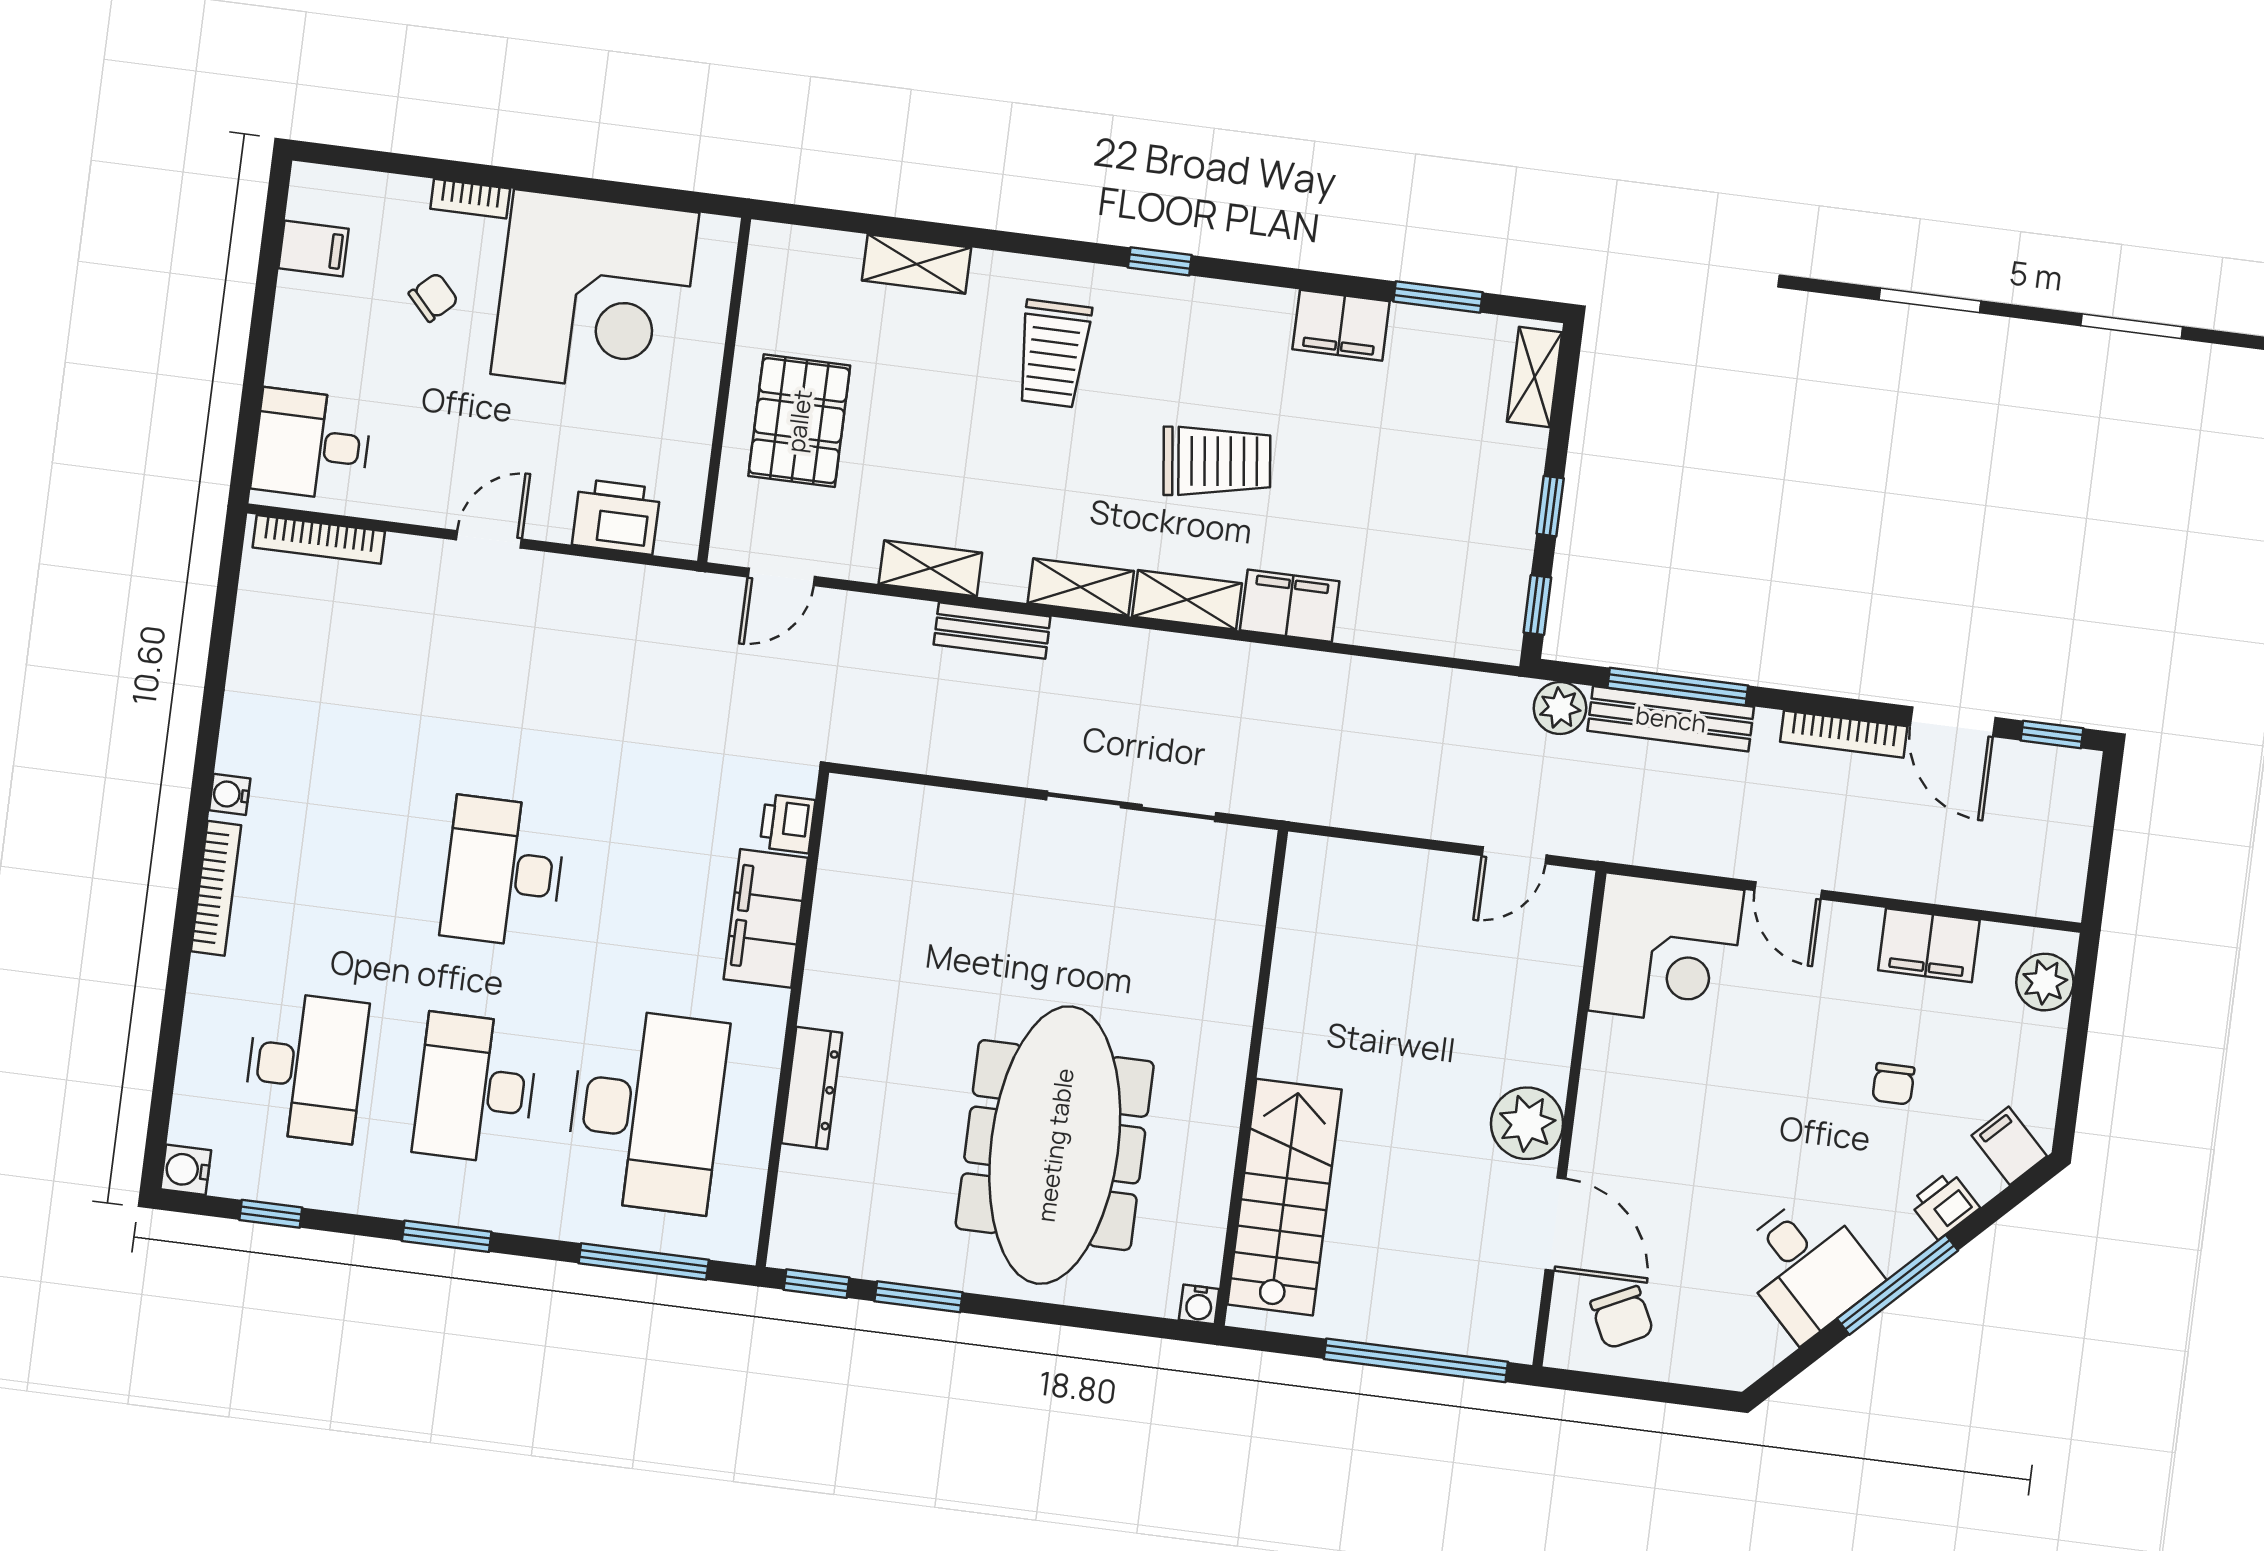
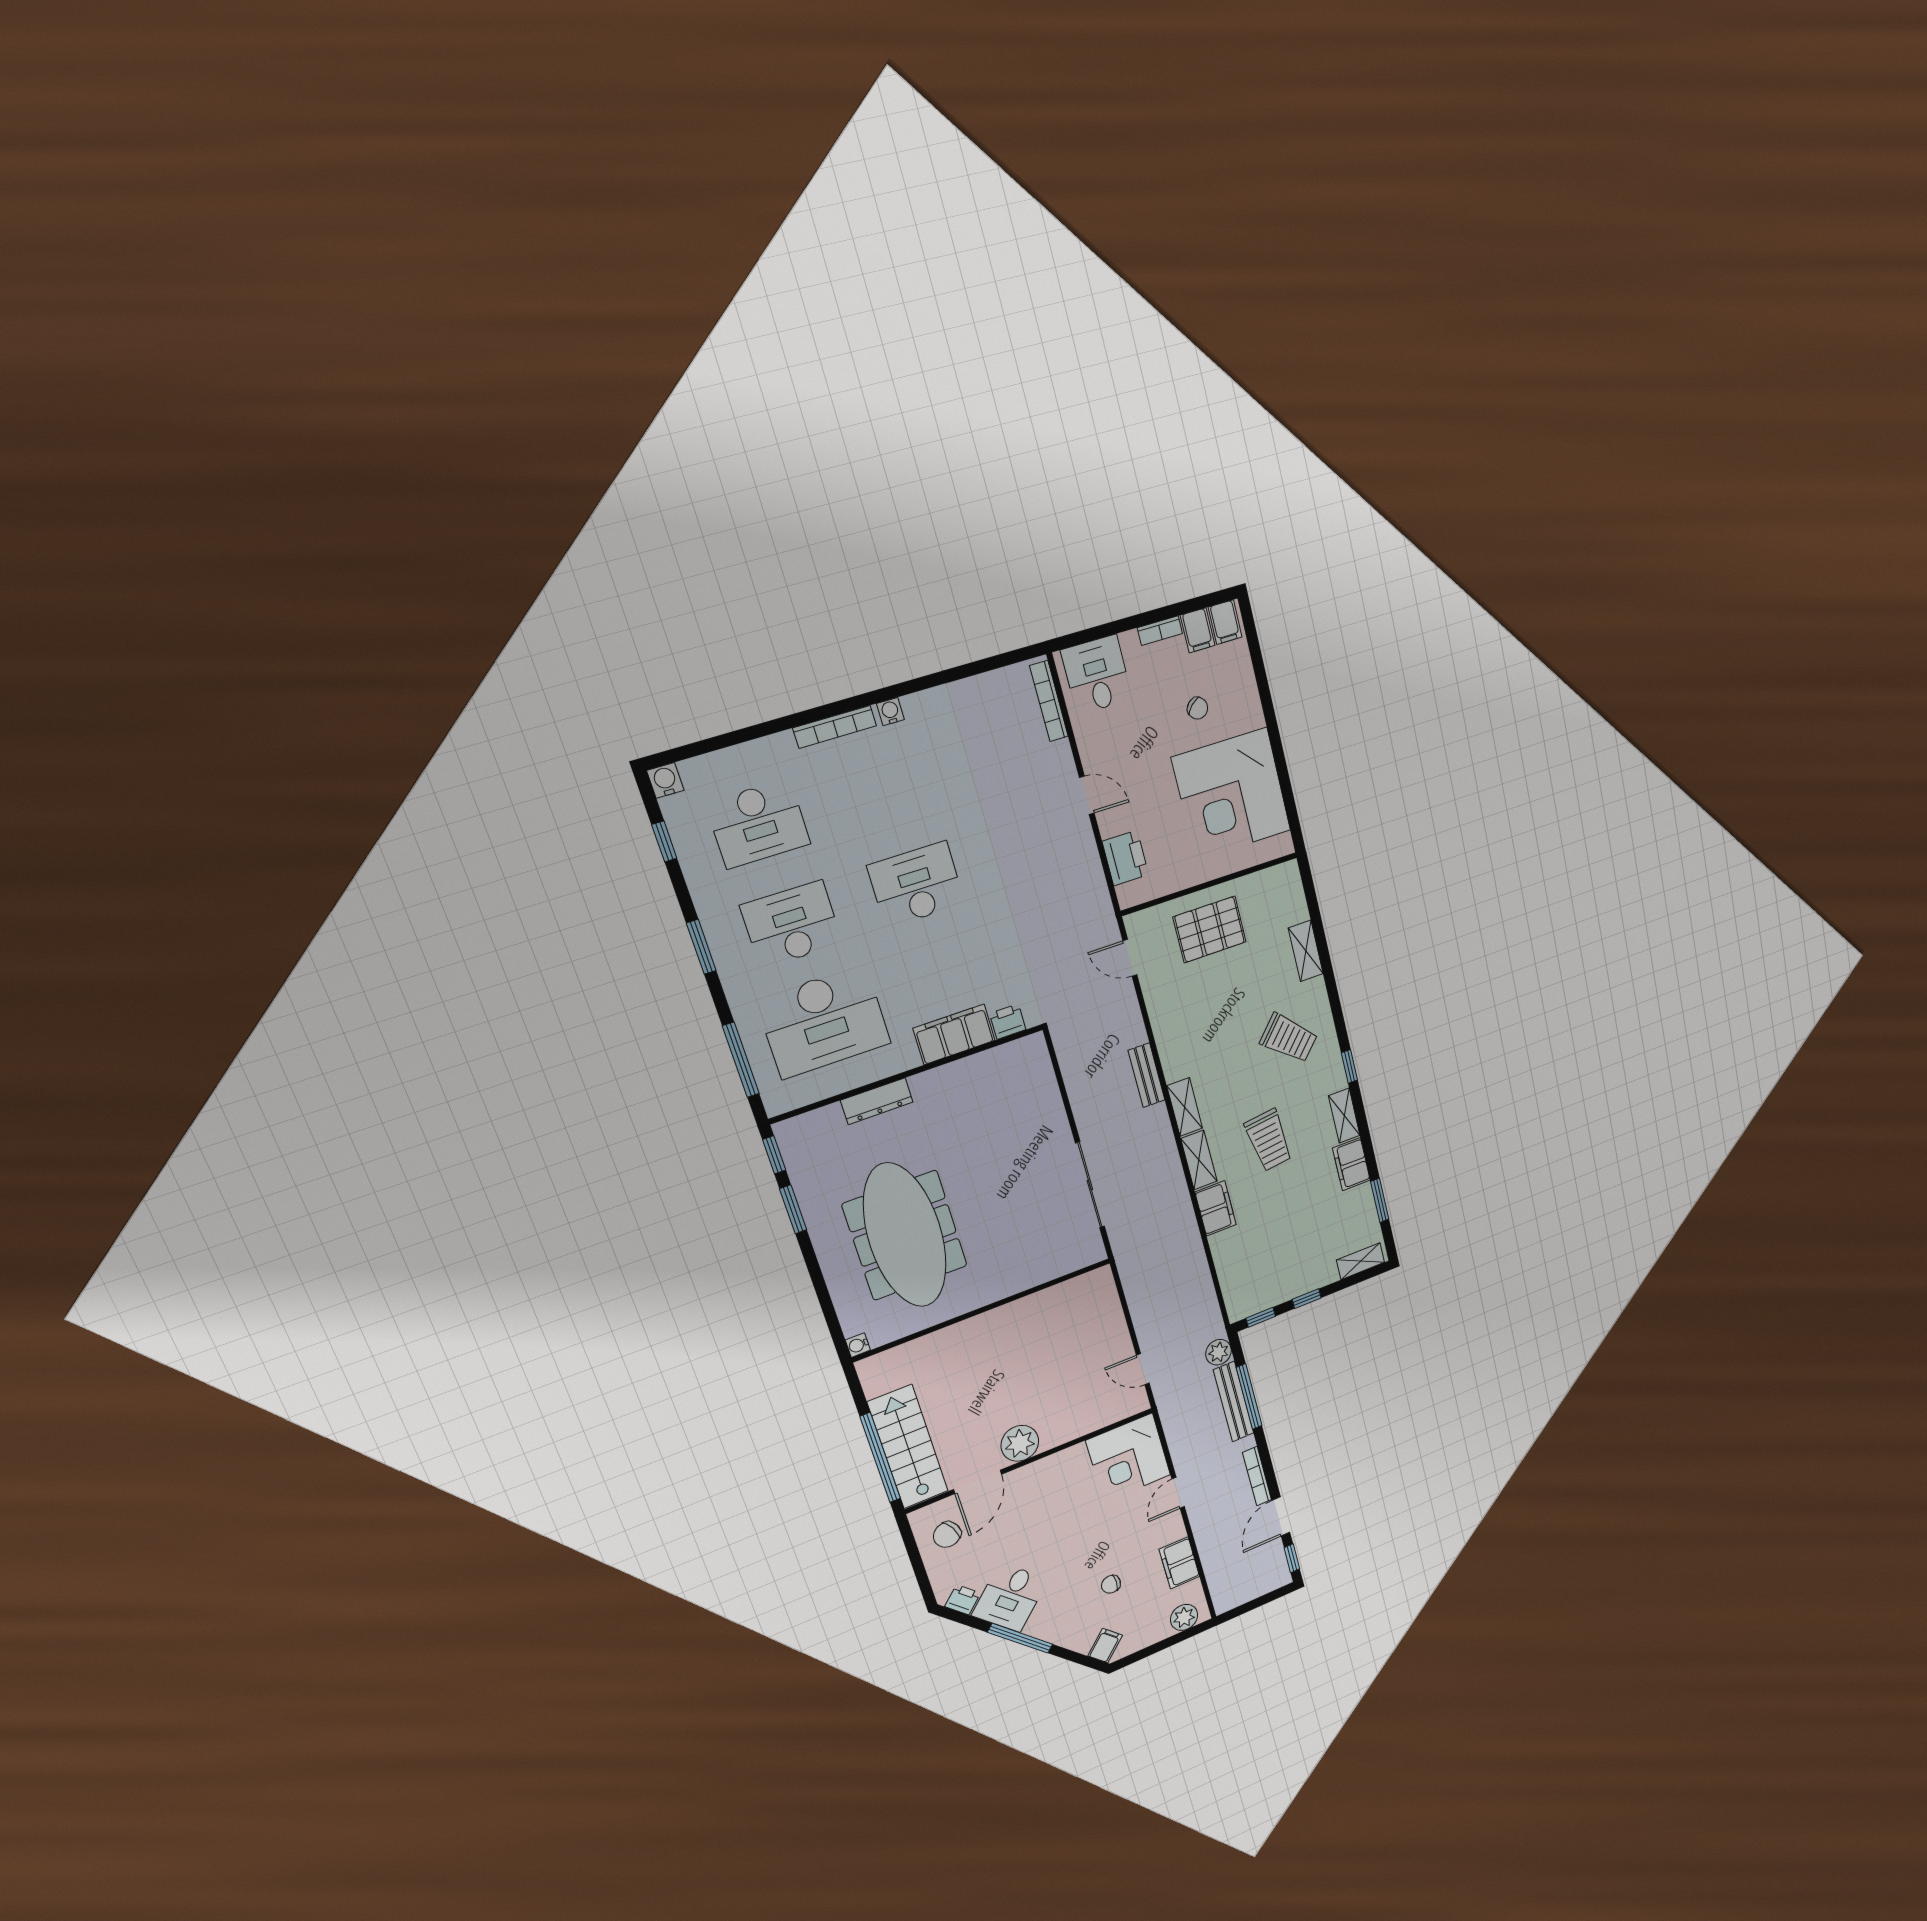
filing cabinet: (320, 197) -> (1225, 622), added
bookcase: (470, 199) -> (1160, 631), moved, turned -90
trolley: (1053, 354) -> (1289, 1038), turned -138
shelving: (930, 568) -> (1344, 1116), moved
meeting table: (1055, 1145) -> (905, 1235), turned 90
stairs: (1284, 1197) -> (908, 1447), moved, turned -90
printer: (1944, 1205) -> (963, 1600), moved

